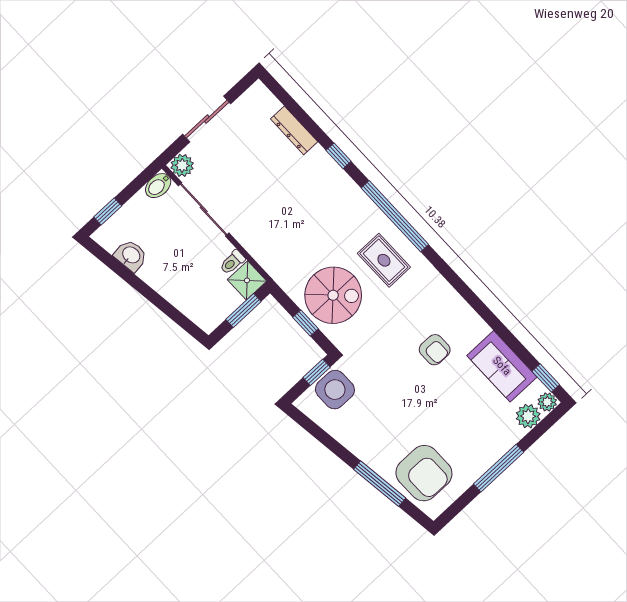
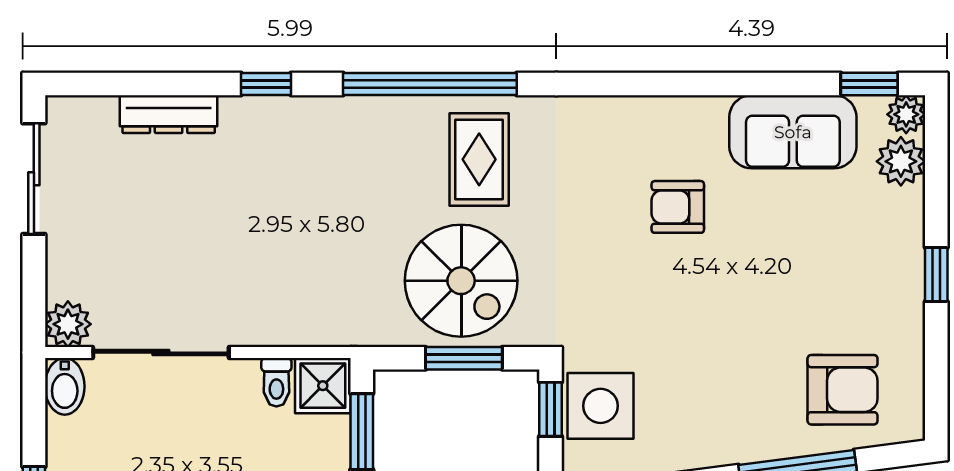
sliding door: (207, 119) -> (34, 179), moved
rug: (384, 260) -> (479, 159), turned 90
spiral stairs: (333, 295) -> (461, 281), turned 90
window: (306, 323) -> (464, 358), width x1.50
armchair: (435, 350) -> (678, 207), turned 180
window: (499, 468) -> (936, 275), width x0.46
armchair: (424, 473) -> (843, 390), width x0.73, depth x0.73

